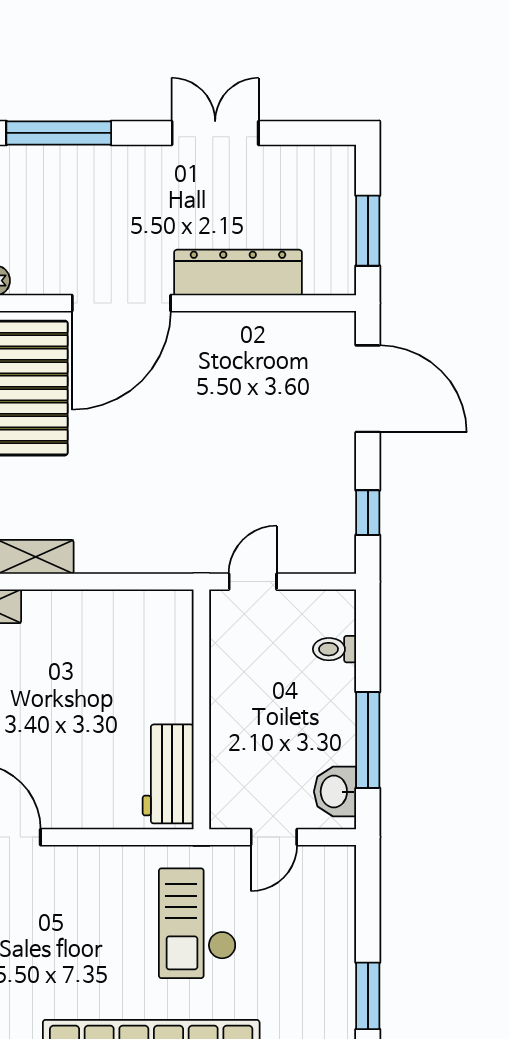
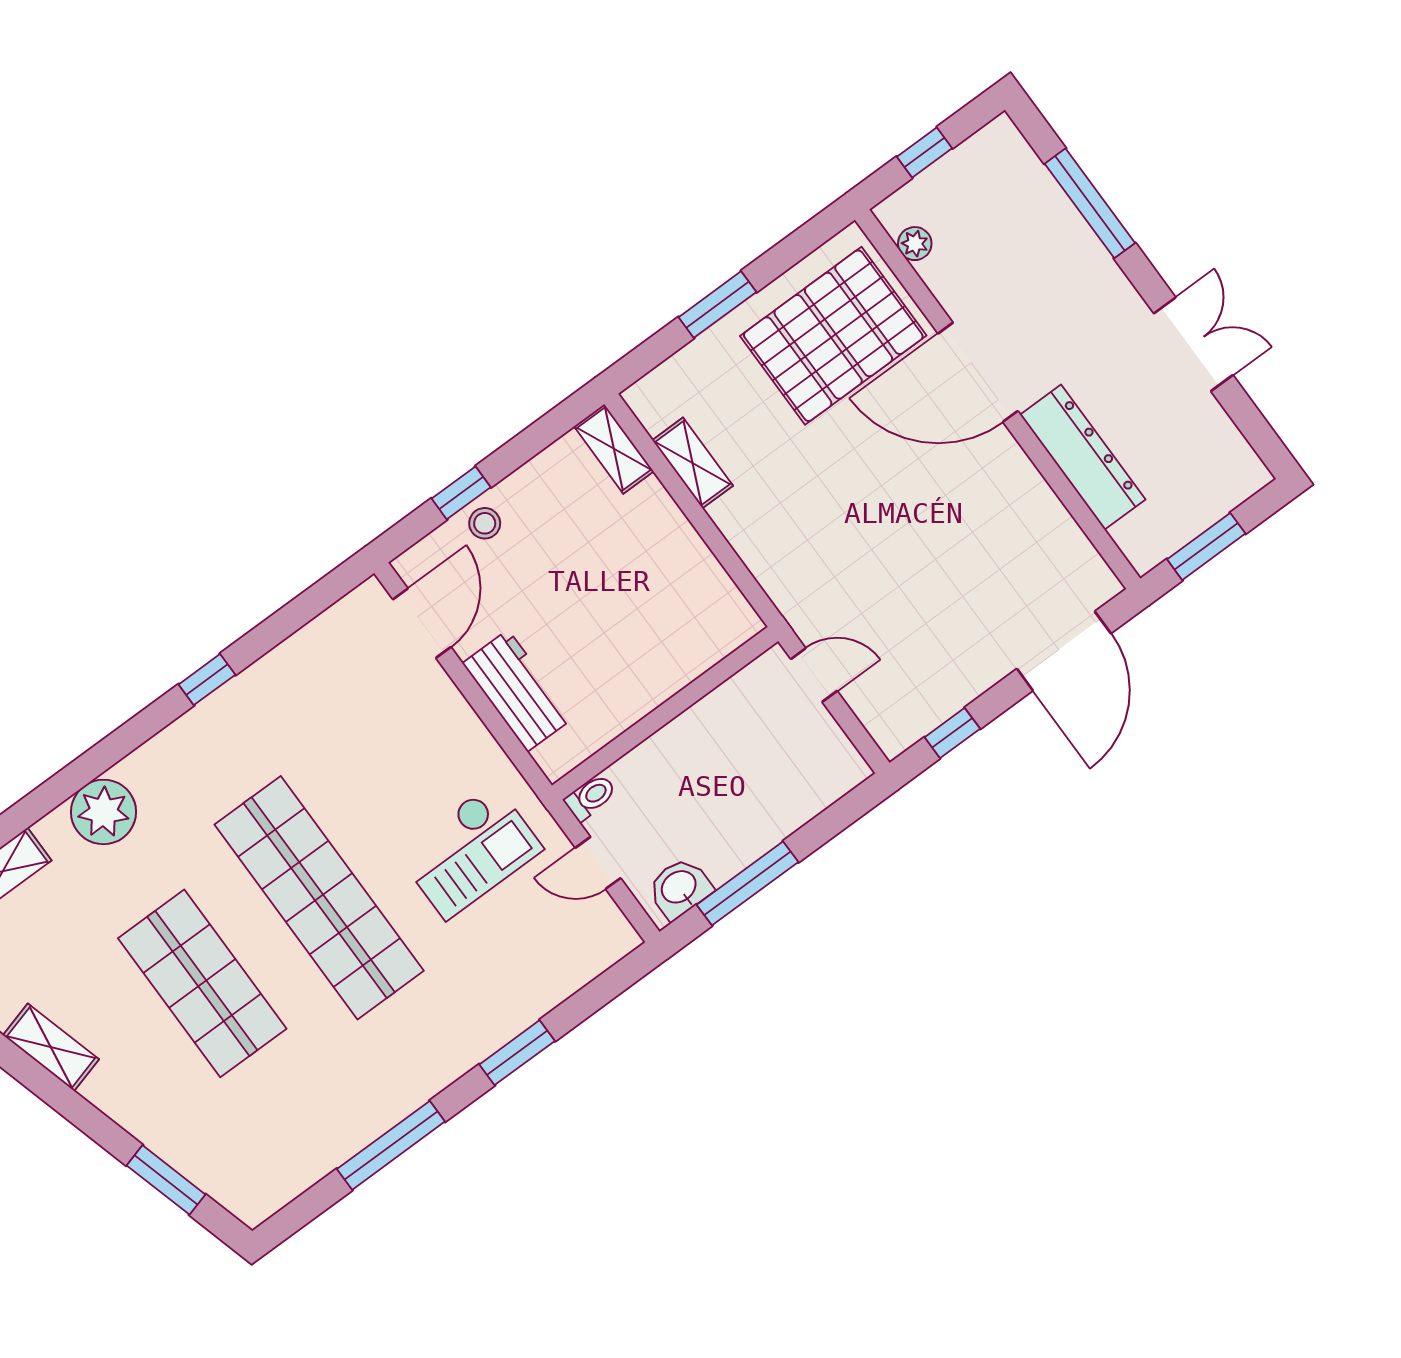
toilet: (335, 649) -> (590, 797), moved, turned 90
workbench: (168, 774) -> (518, 691), moved, turned 90
checkout: (197, 923) -> (470, 851), turned 180

